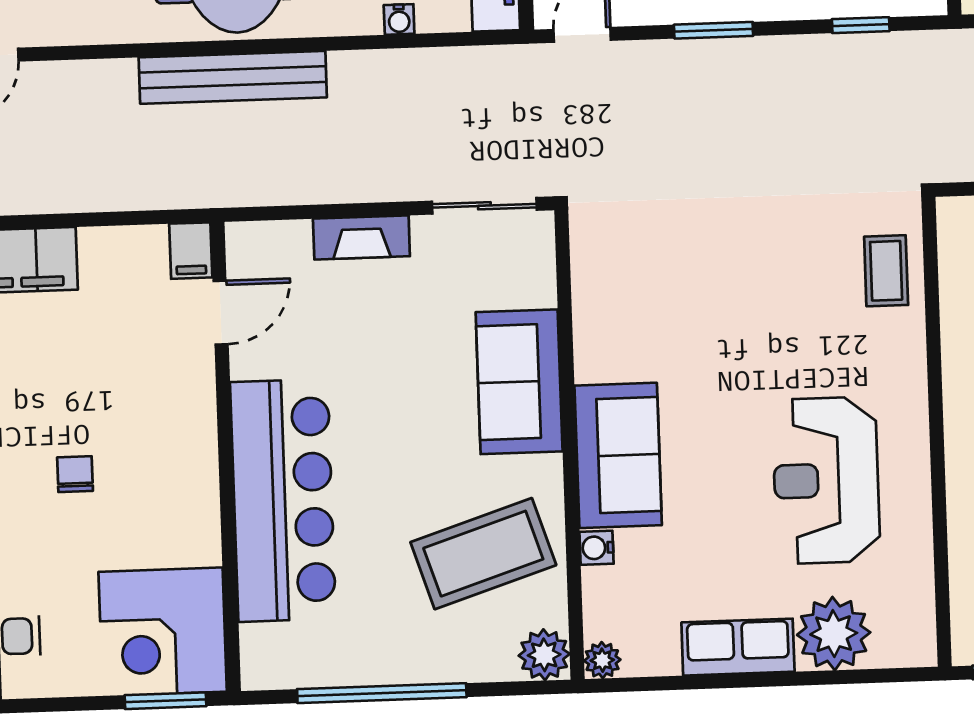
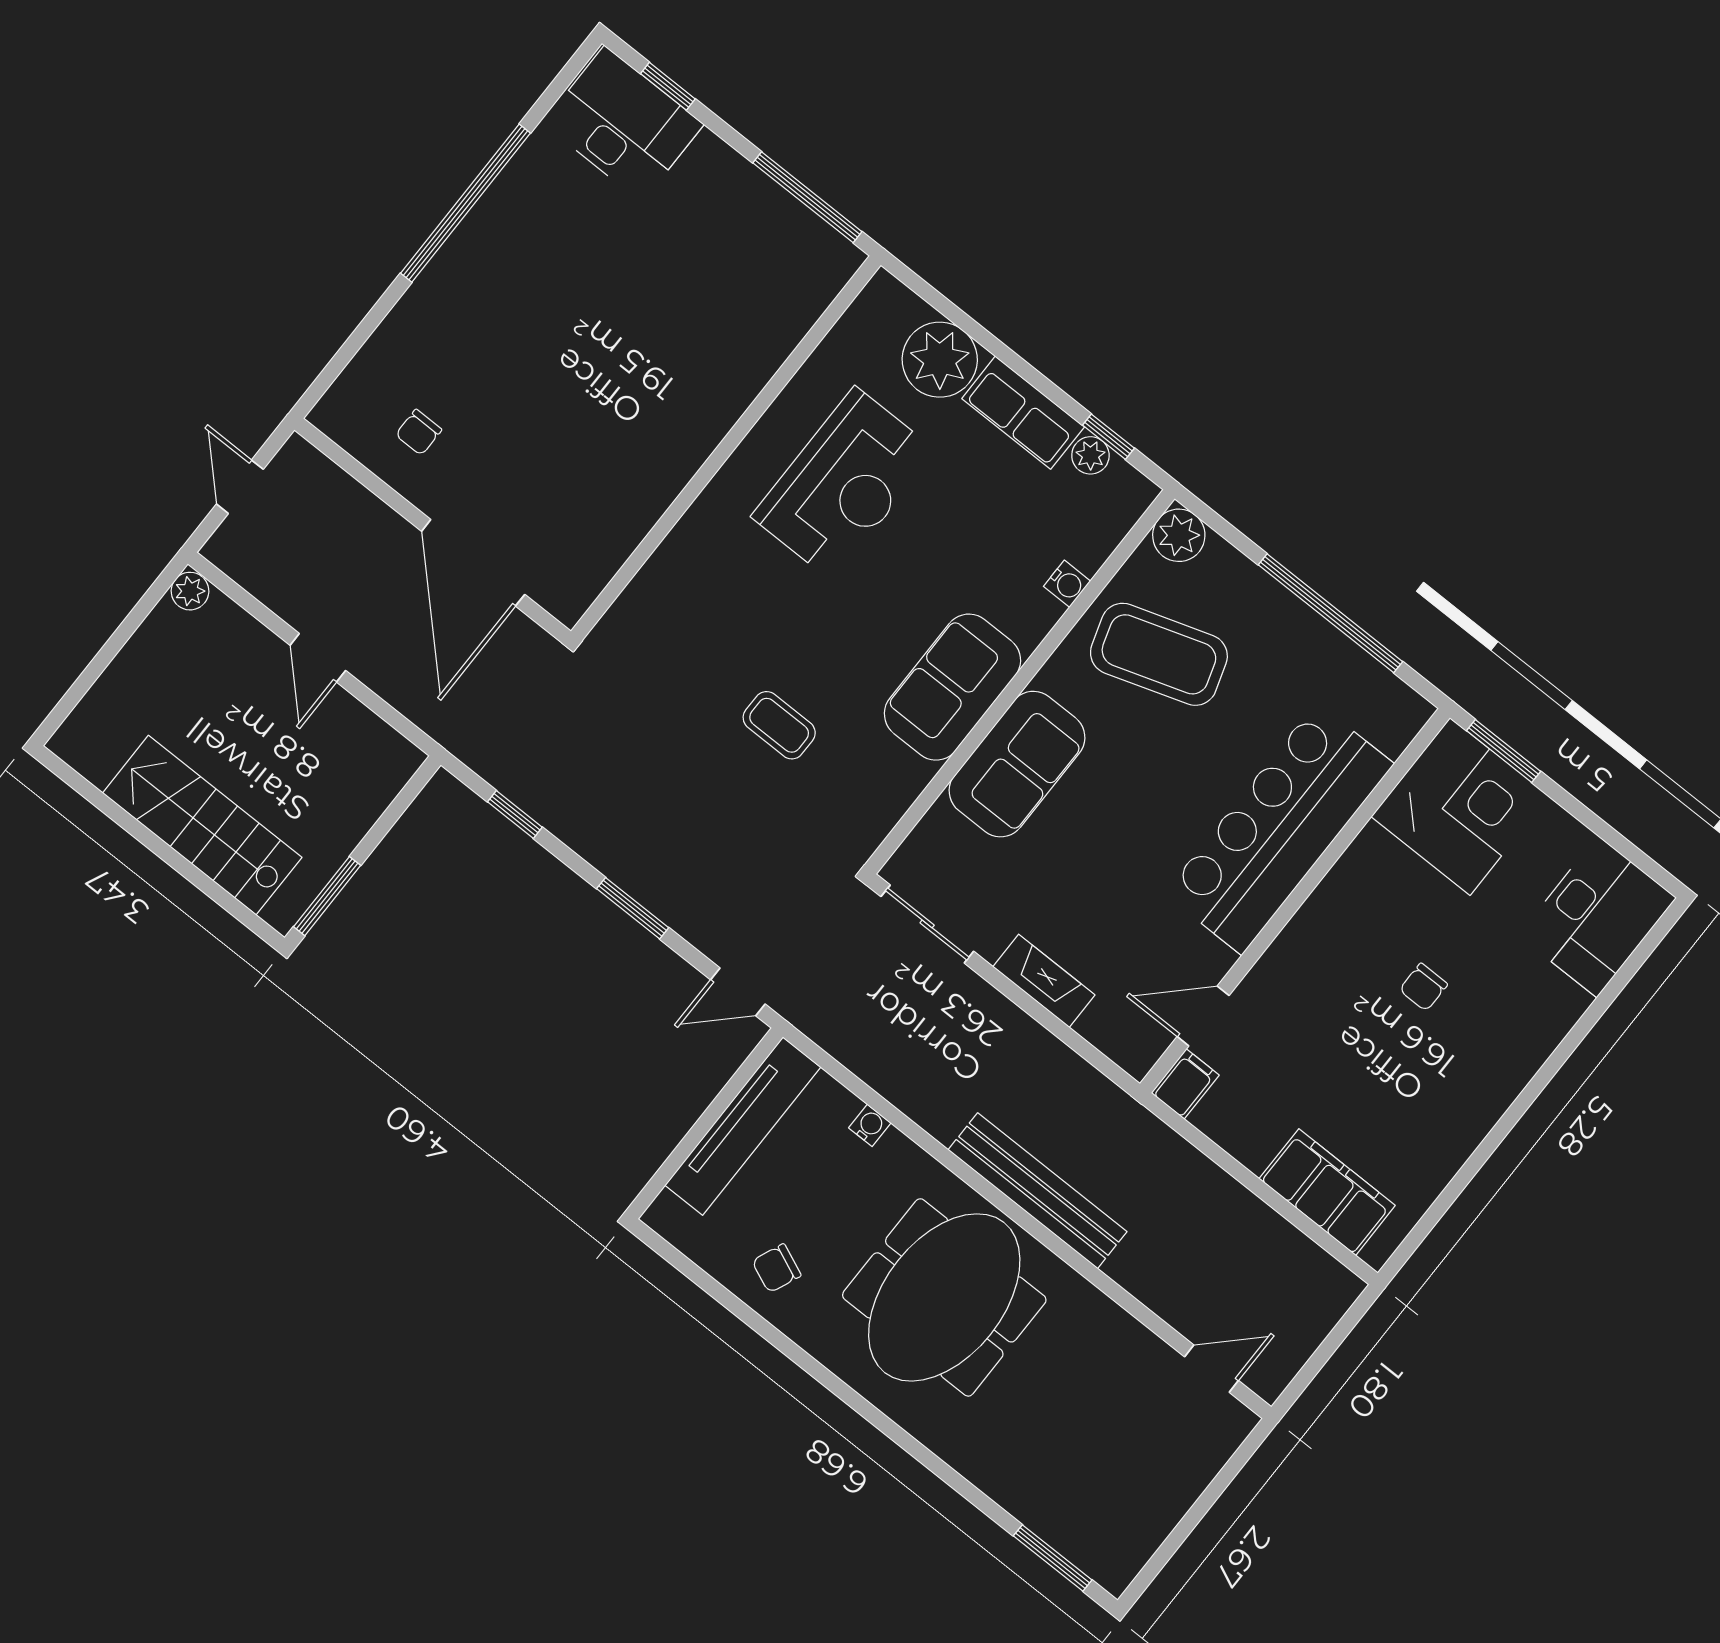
coffee table: (886, 271) -> (779, 725), moved, turned 90
sofa: (618, 455) -> (952, 687), moved
plant: (602, 660) -> (1090, 455), moved
window: (659, 683) -> (1108, 437), added

